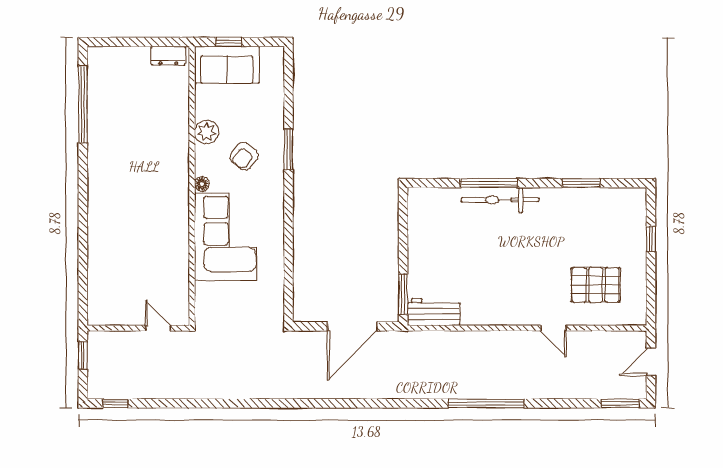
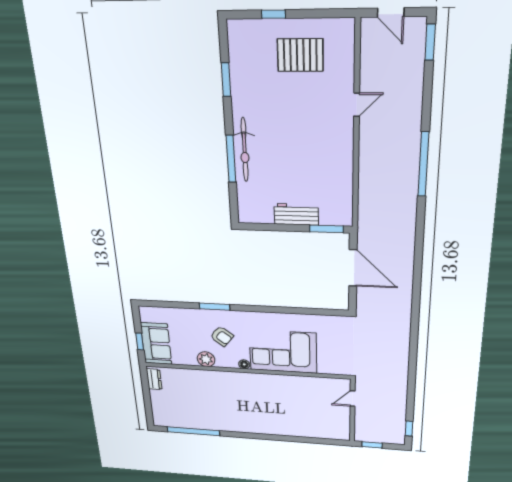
pallet: (596, 285) -> (300, 55), moved, turned 90
workbench: (434, 312) -> (296, 214), moved, turned 90

